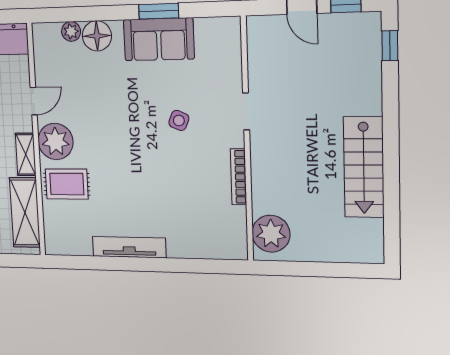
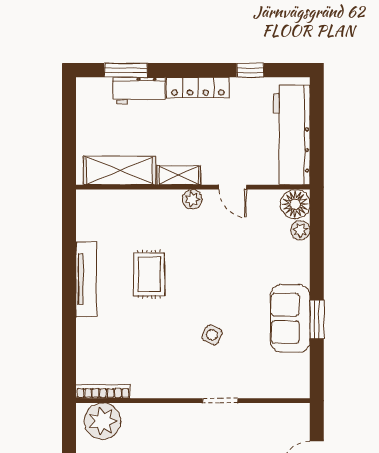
floor lamp: (97, 36) -> (295, 204), moved
plant: (56, 141) -> (192, 199), width x0.53, depth x0.53
bookcase: (239, 177) -> (103, 391), moved
rug: (67, 184) -> (149, 274), moved

